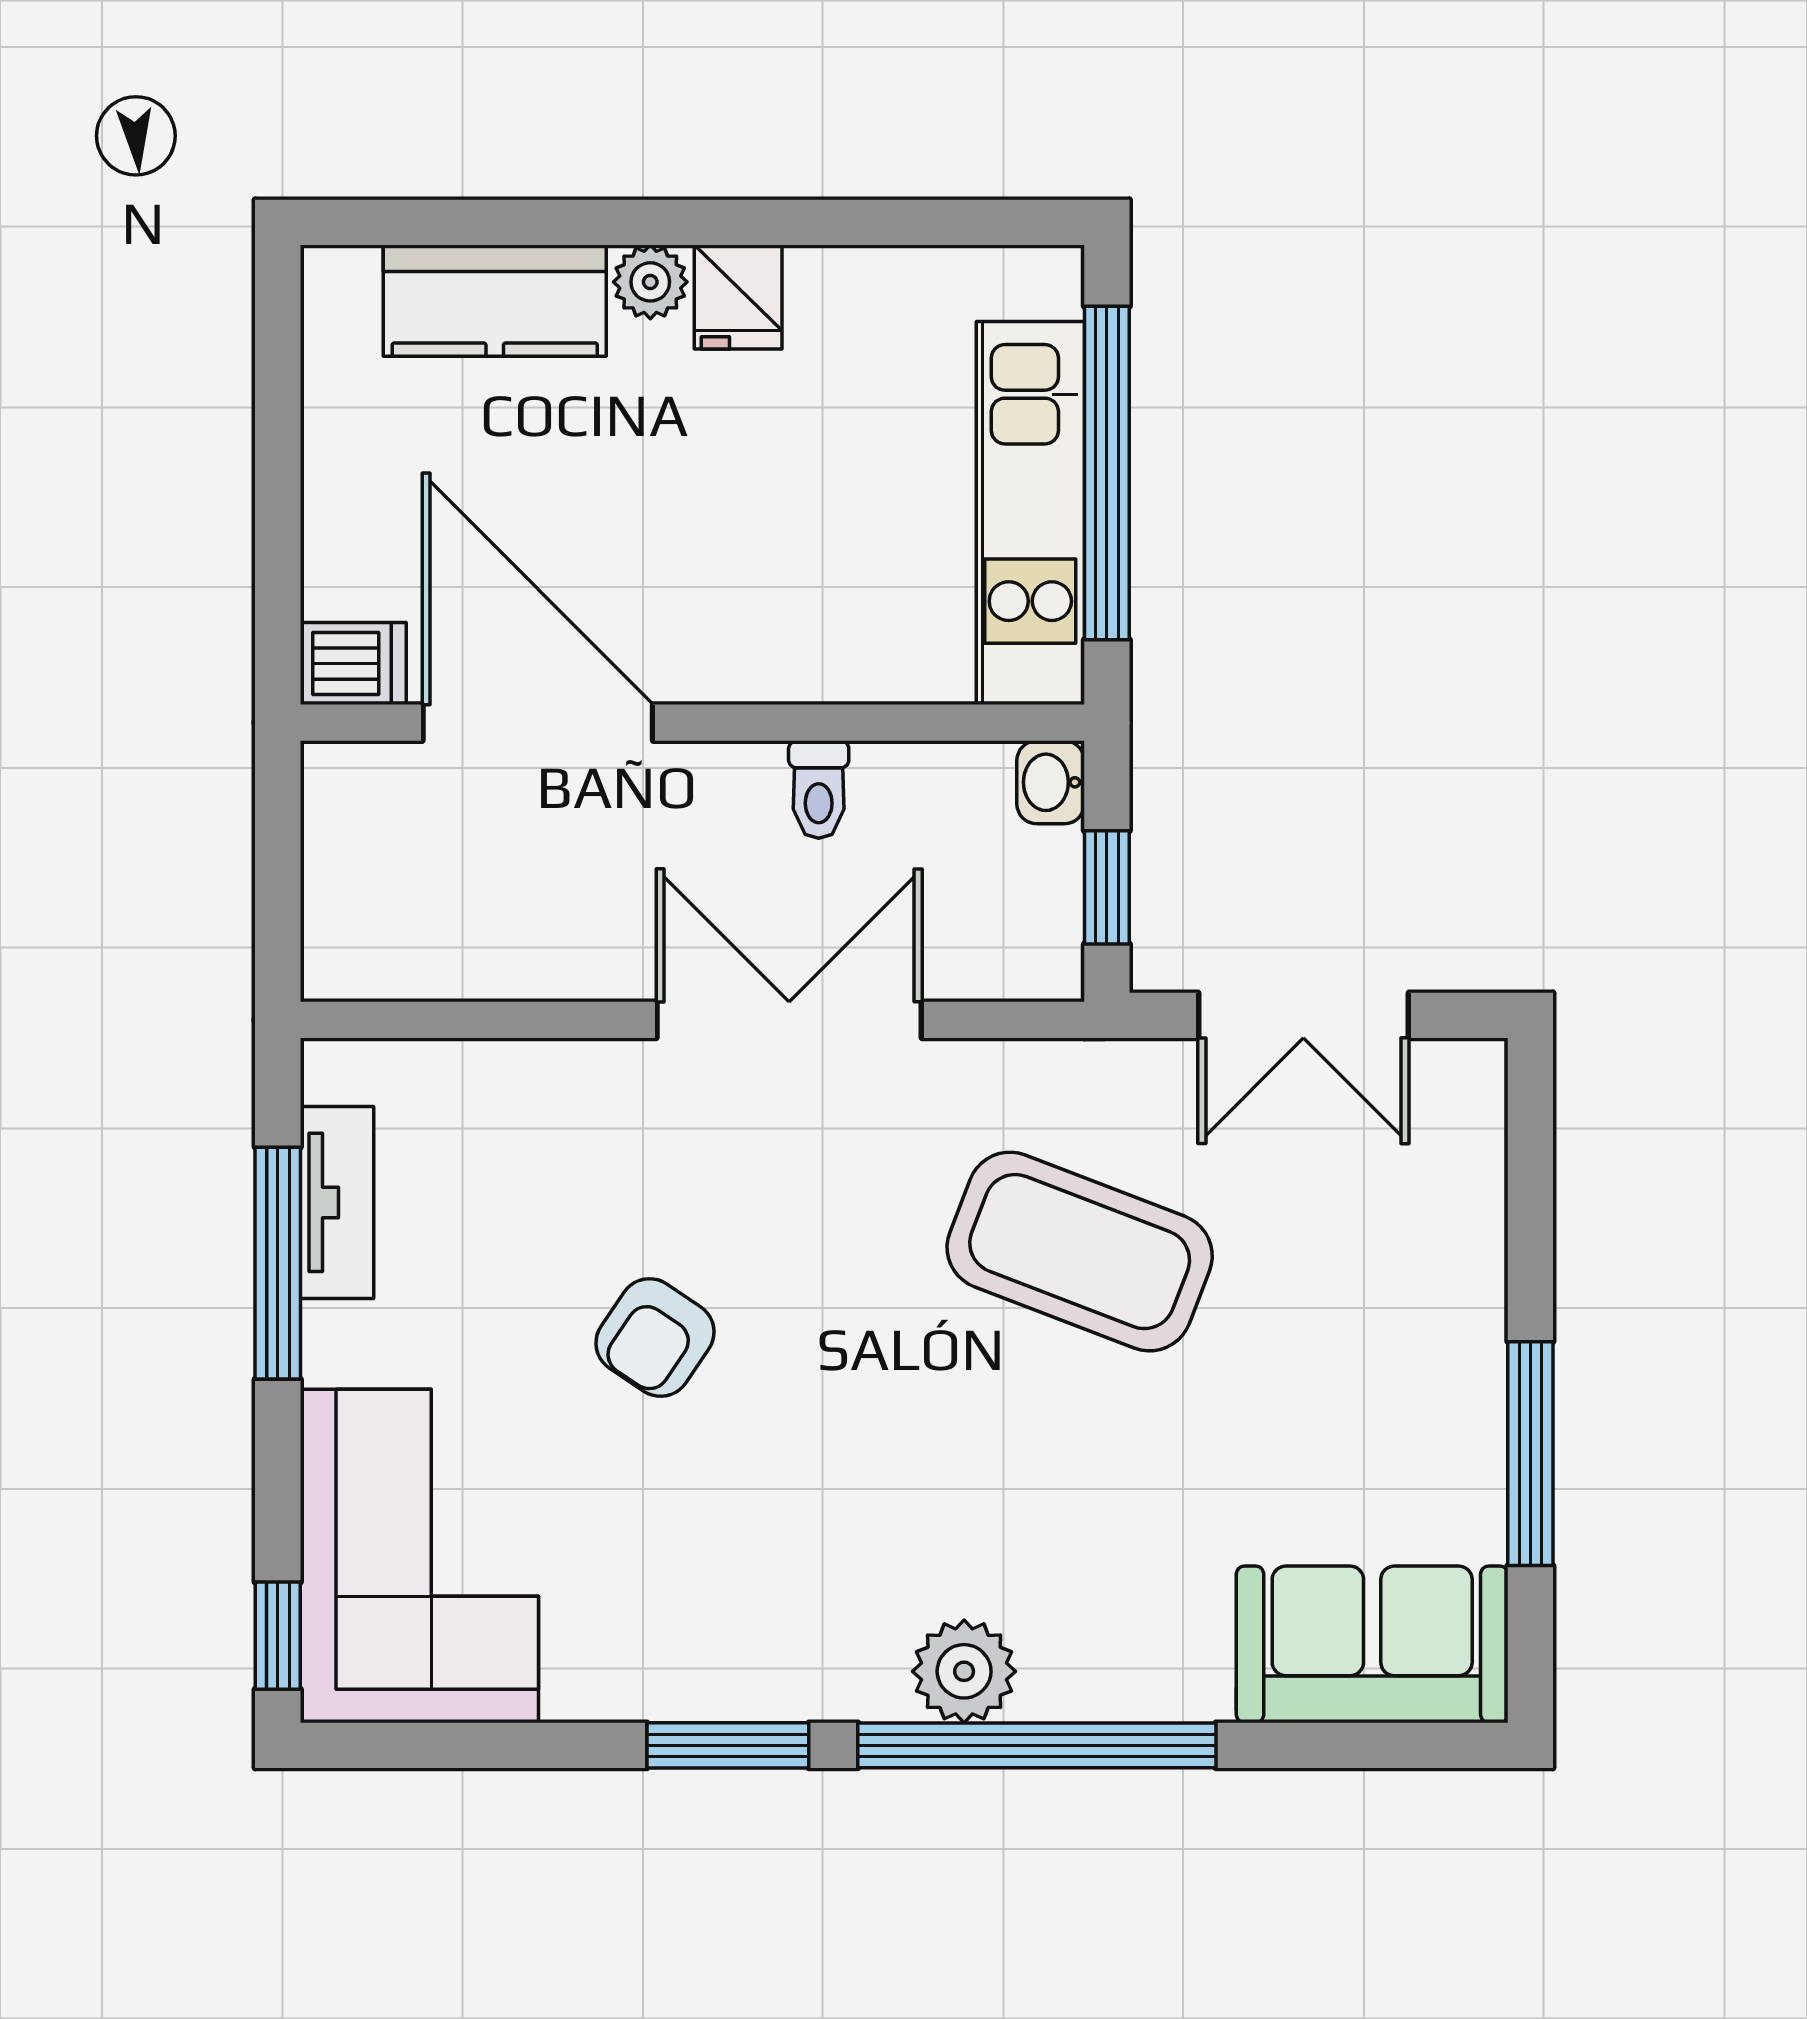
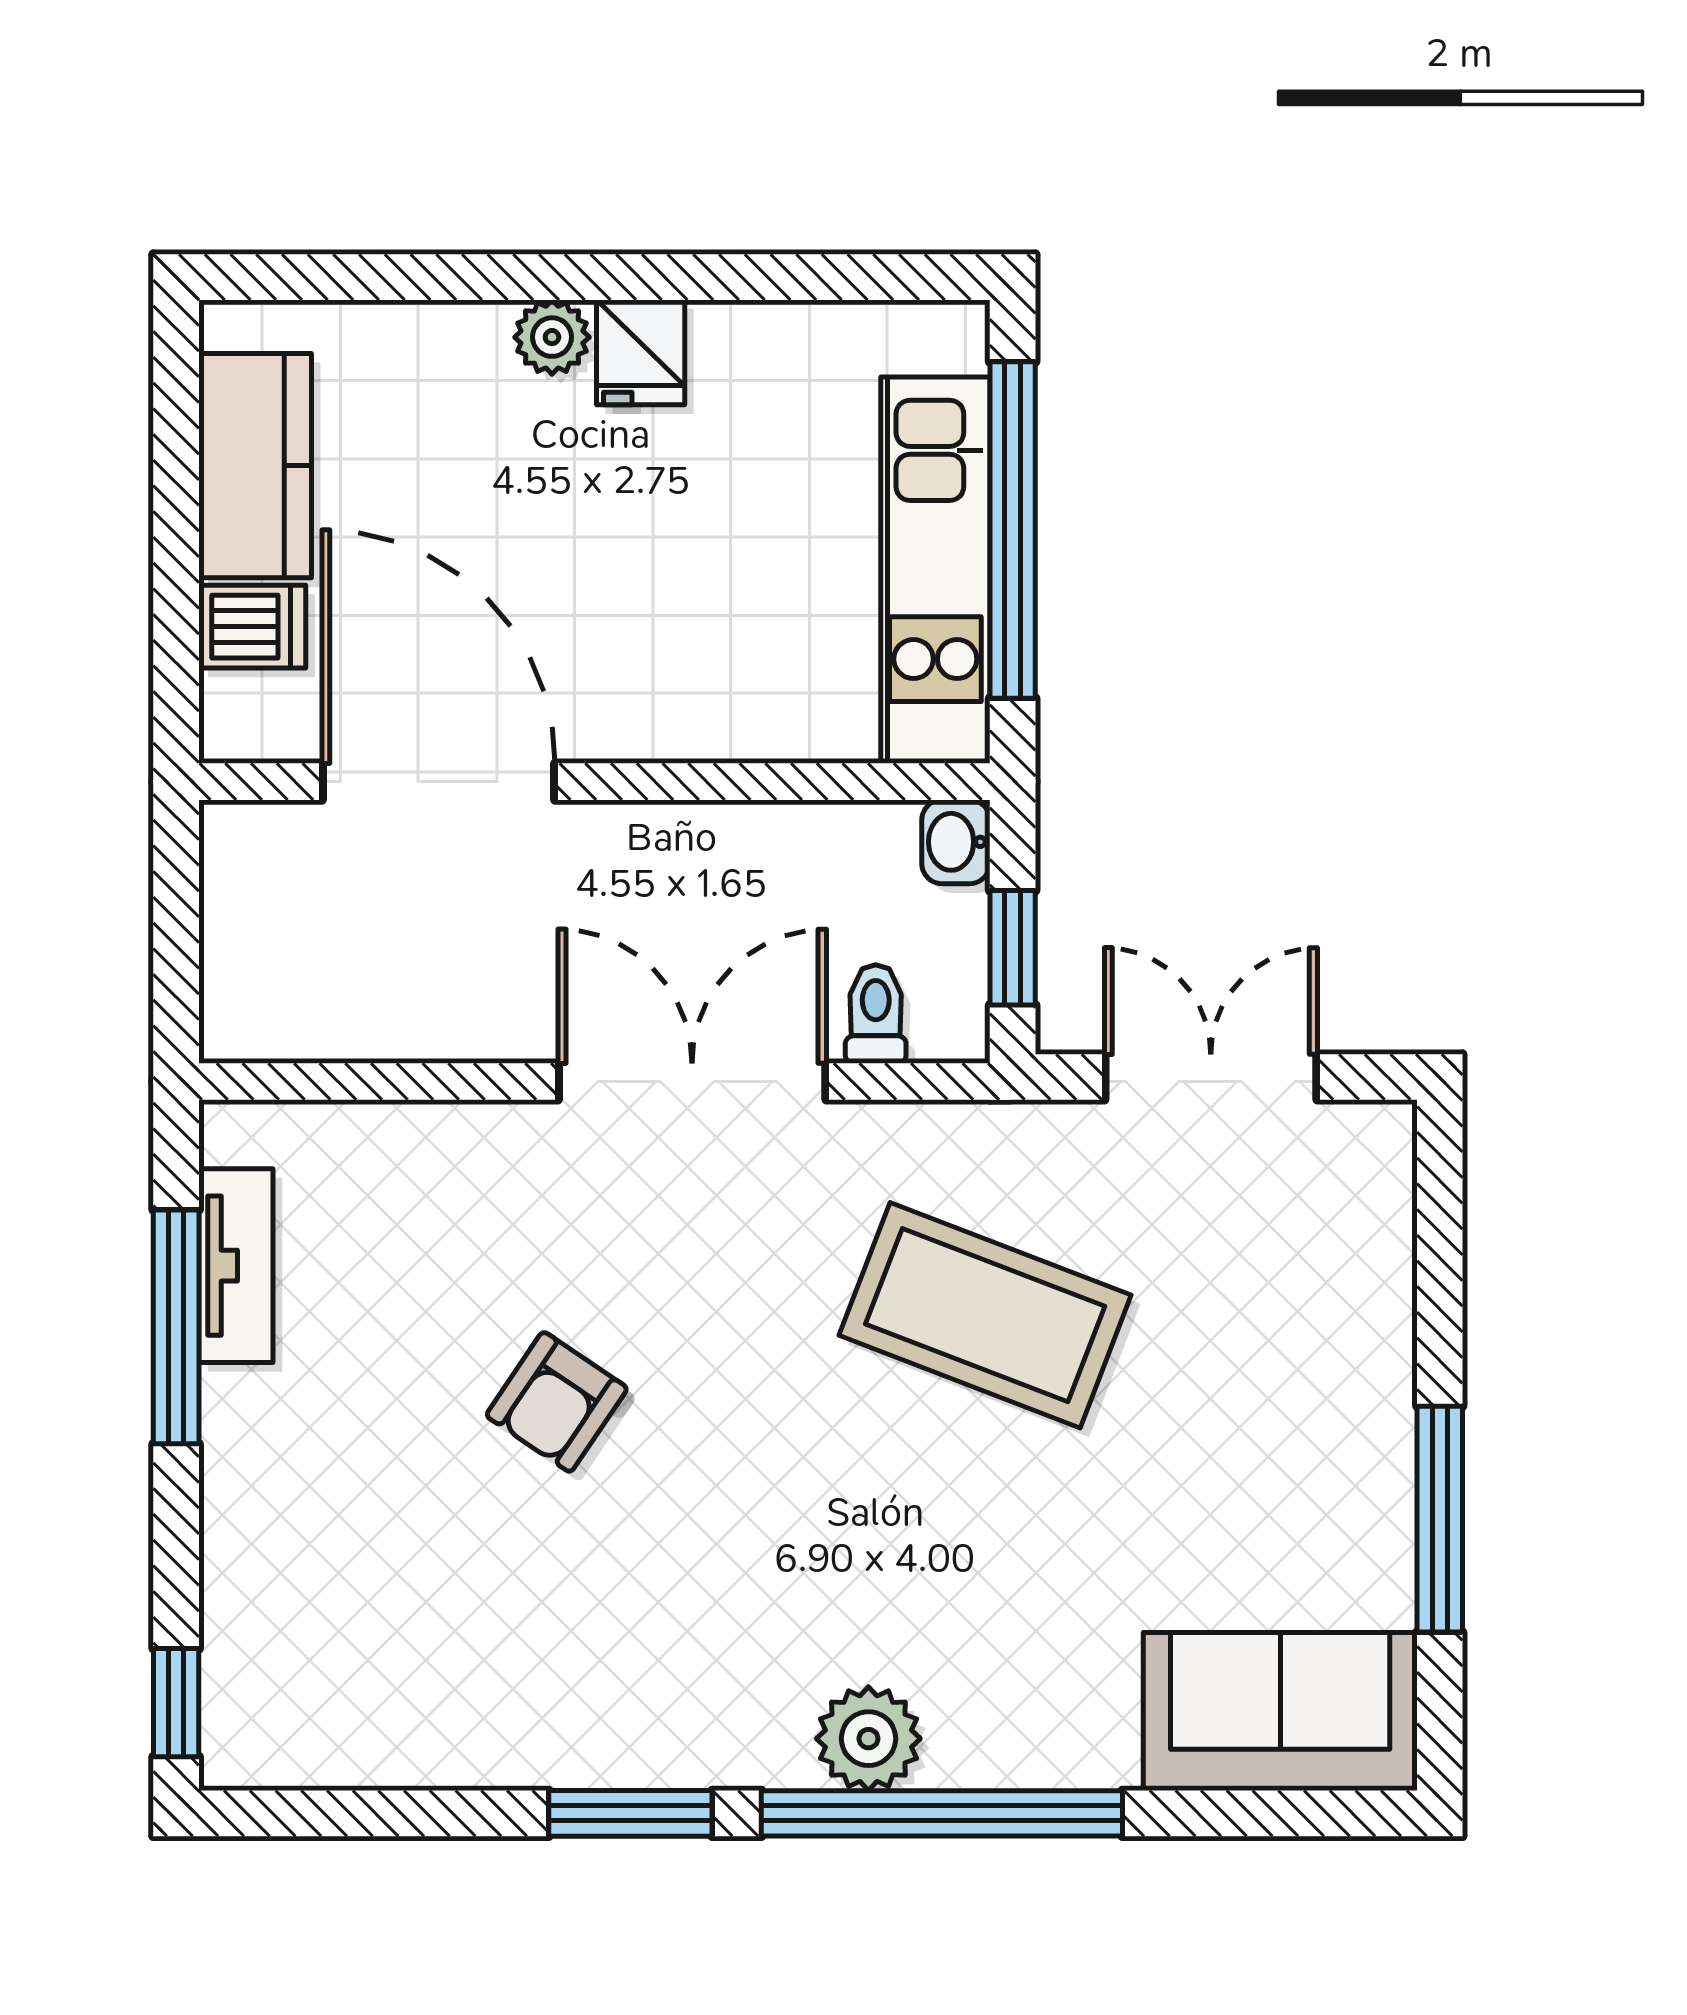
kitchen counter: (495, 301) -> (255, 466), moved, turned -90
dishwasher: (353, 664) -> (252, 627), moved
toilet: (819, 790) -> (876, 1014), moved, turned 180
double door: (1303, 1015) -> (1211, 1077), swing flipped
corner sofa: (419, 1556) -> (319, 1622), removed

